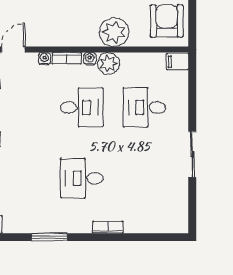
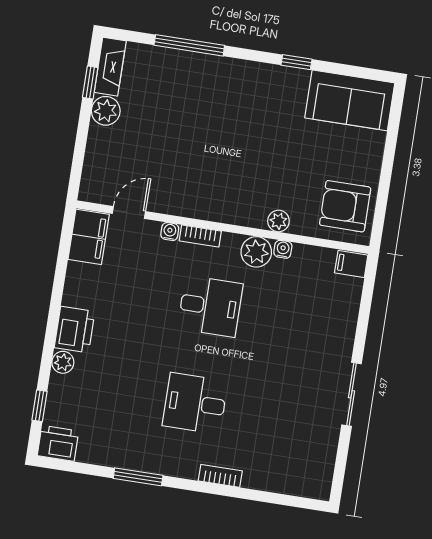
armchair: (167, 21) -> (345, 206), turned -90
plant: (114, 32) -> (278, 221), width x0.53, depth x0.53
water cooler: (90, 59) -> (283, 249), moved
desk: (144, 107) -> (296, 320), removed

